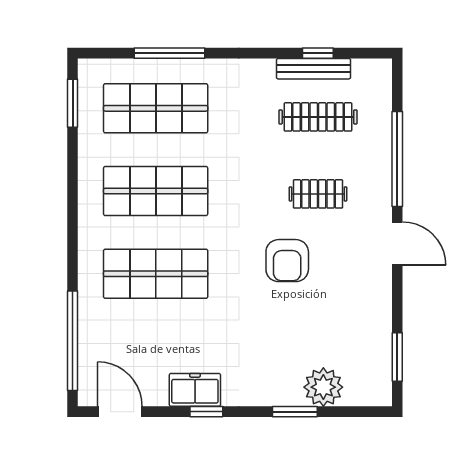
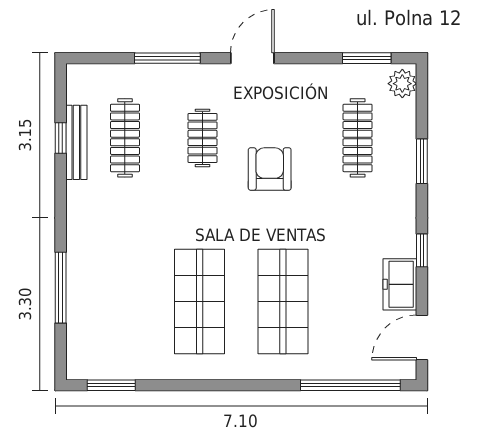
shop shelf: (156, 108) -> (116, 302), removed
window: (397, 159) -> (167, 58), width x0.68
armchair: (287, 261) -> (270, 169), turned -90
clothes rail: (318, 348) -> (358, 138), added
plant: (323, 387) -> (402, 84), moved, width x0.73, depth x0.73
freezer: (195, 390) -> (400, 284), moved

